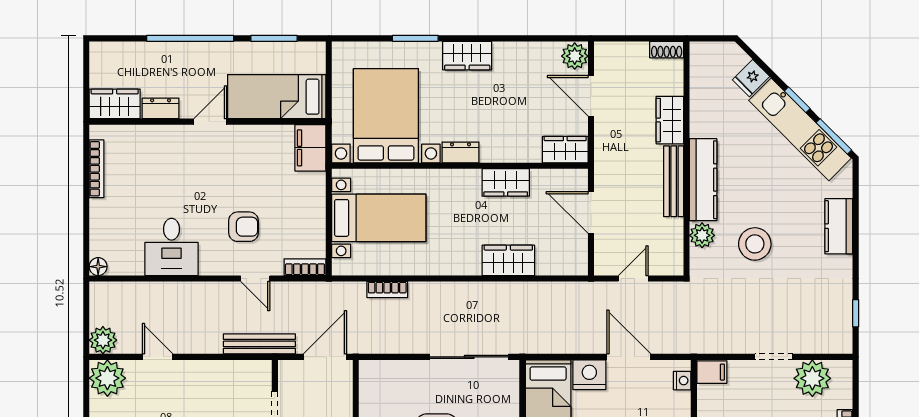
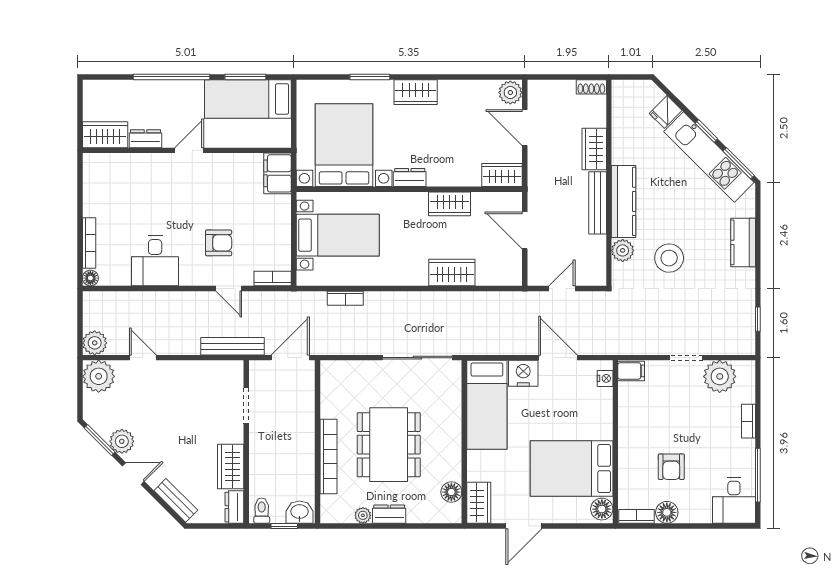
bed: (277, 97) -> (248, 99), moved
bookcase: (97, 169) -> (89, 243), moved

